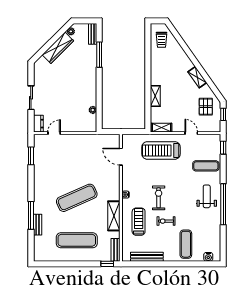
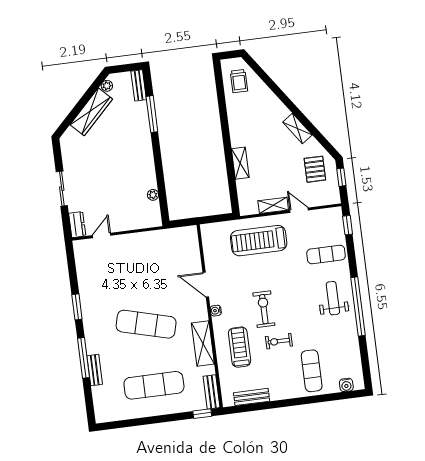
shelving: (162, 128) -> (273, 205), moved
window: (31, 156) -> (77, 307), moved
door: (121, 157) -> (206, 285), moved
exercise mat: (77, 198) -> (146, 324), turned 39
bench: (147, 257) -> (252, 397), width x0.73

